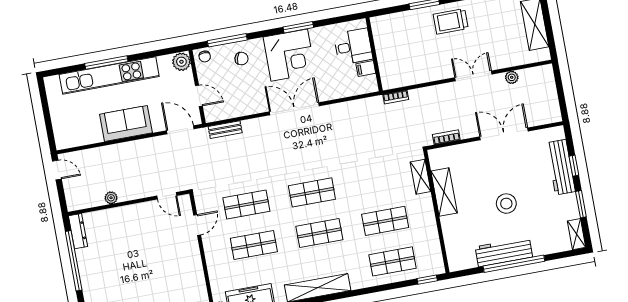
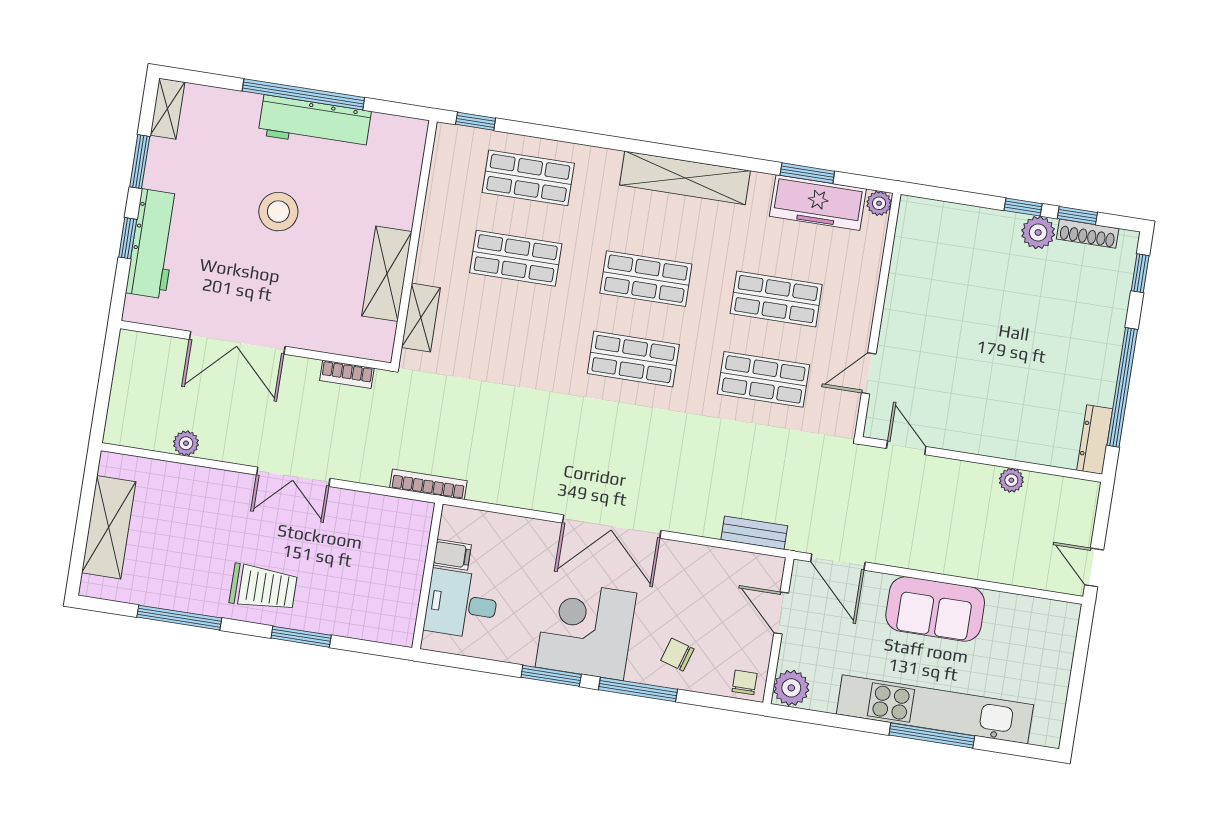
window: (227, 40) -> (638, 689), moved
double door: (473, 76) -> (293, 477), moved
bookcase: (396, 97) -> (428, 484), width x1.56

